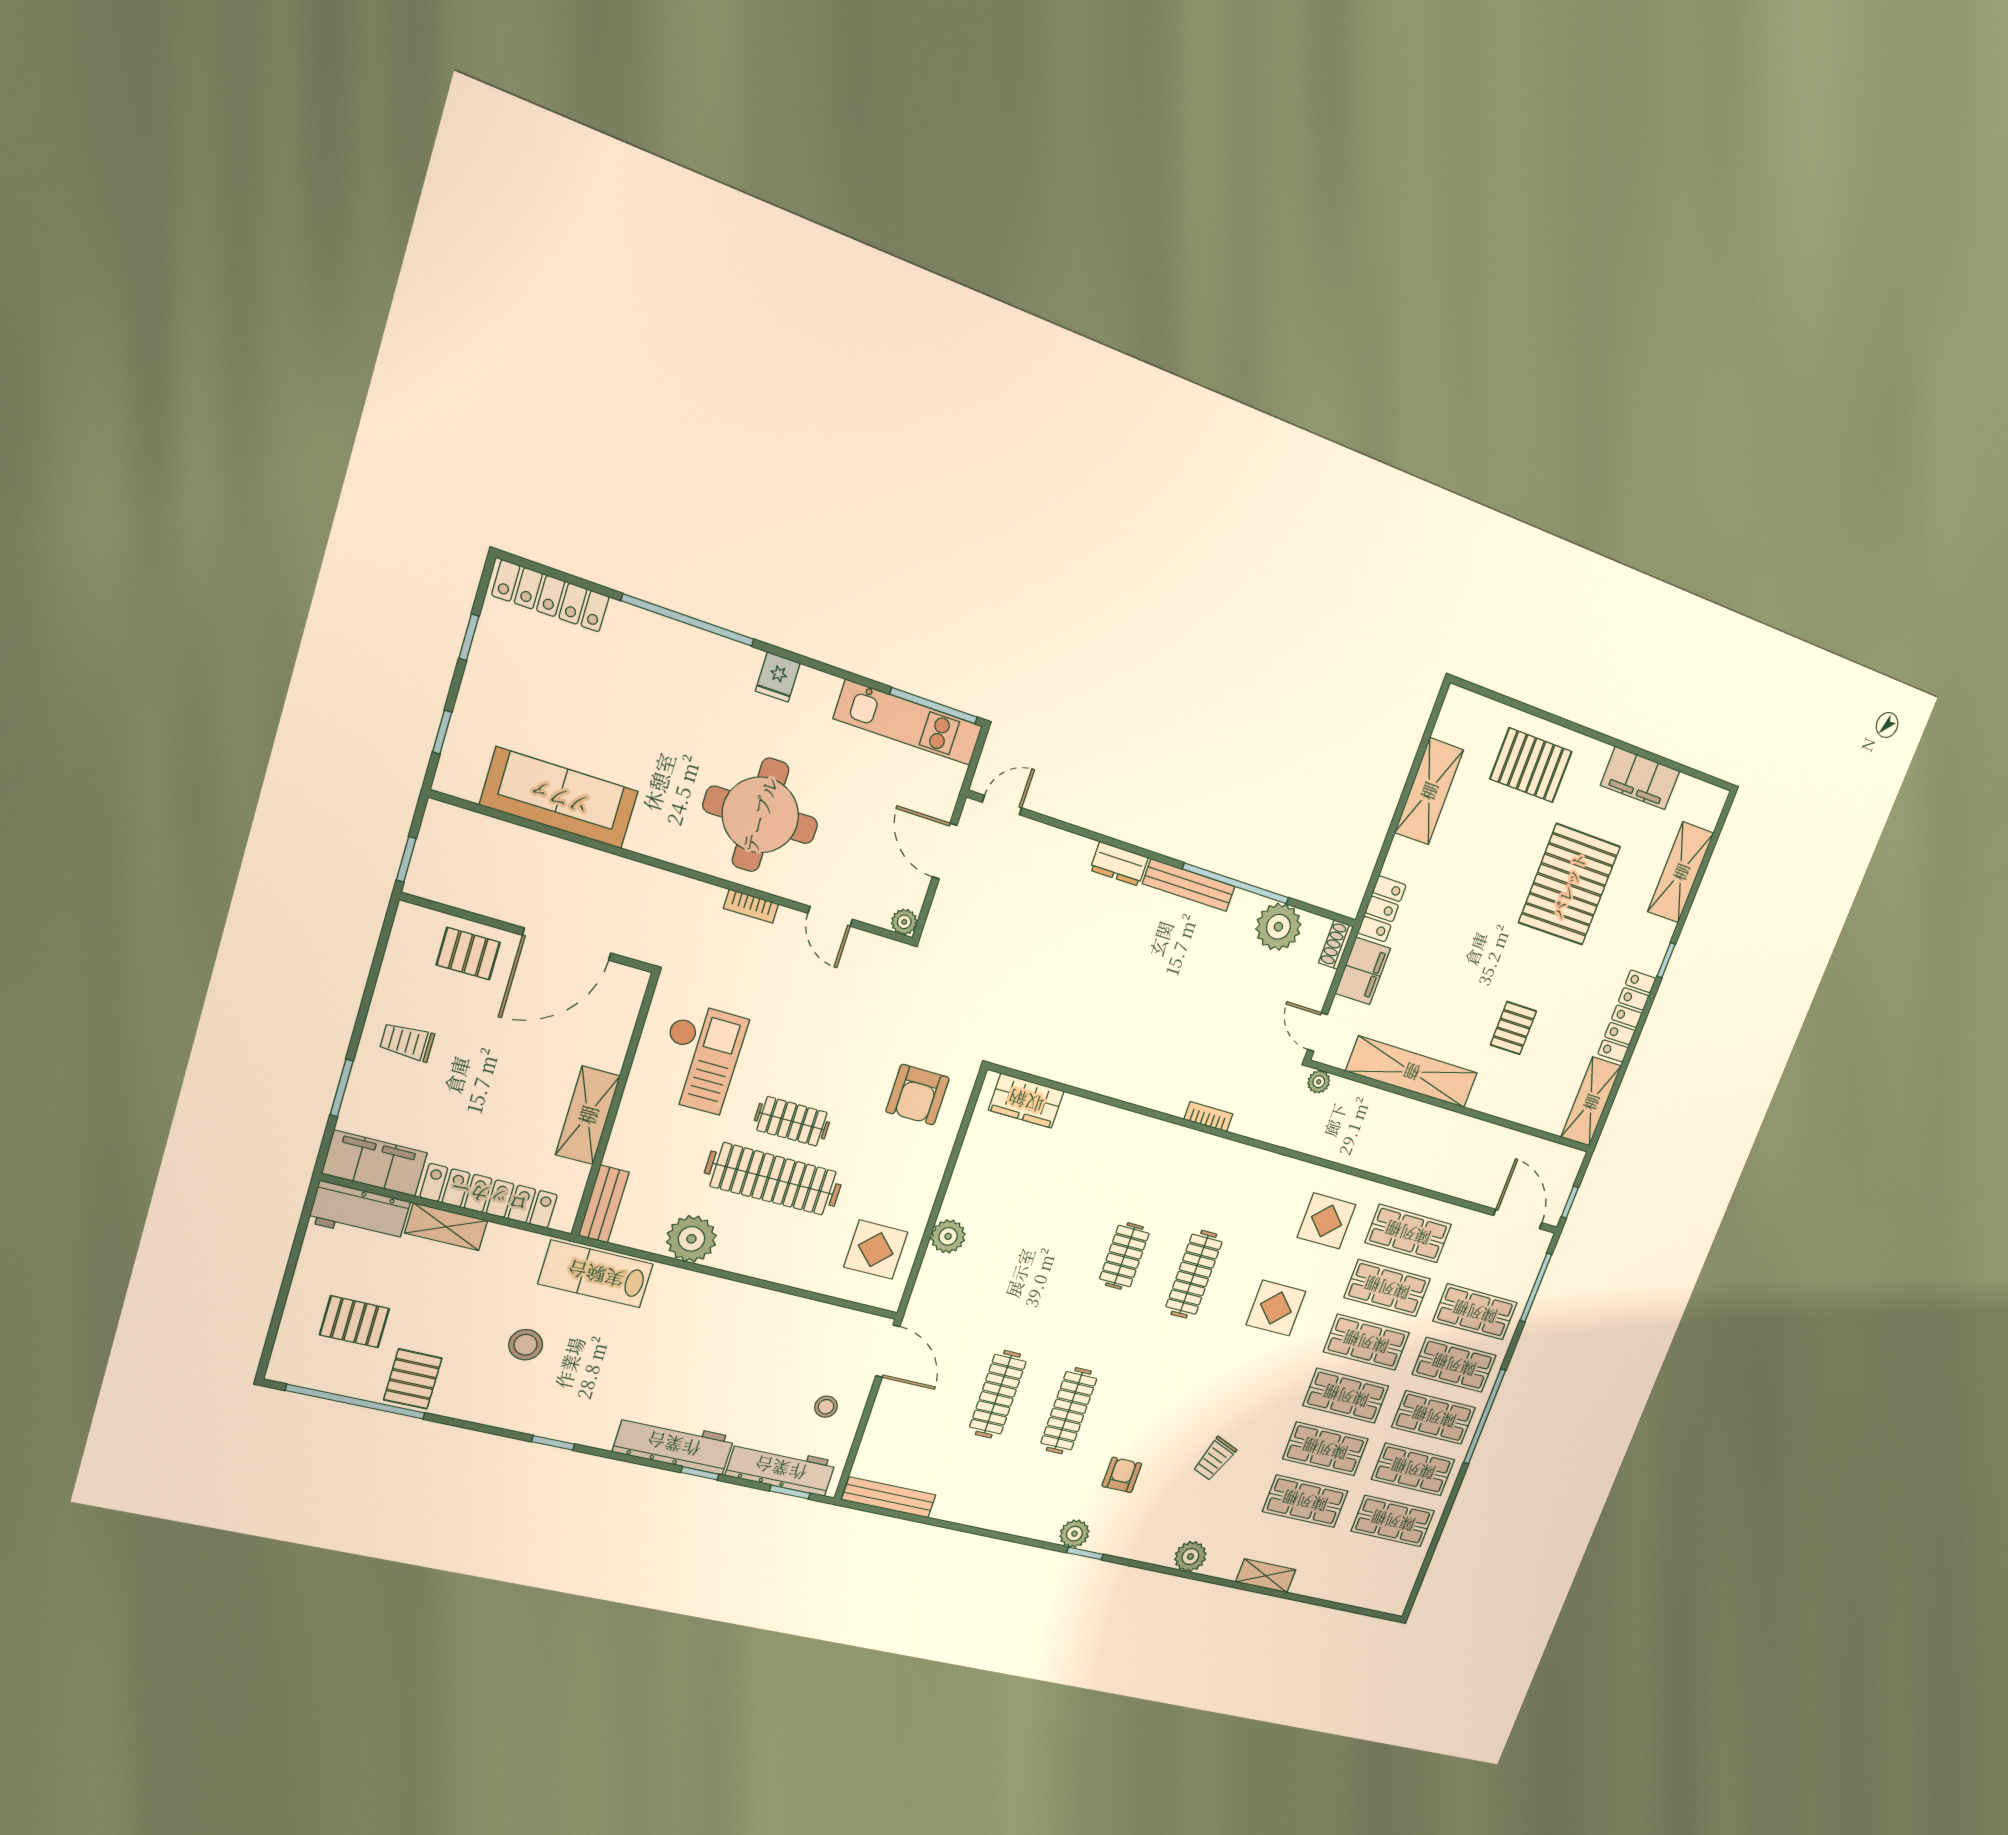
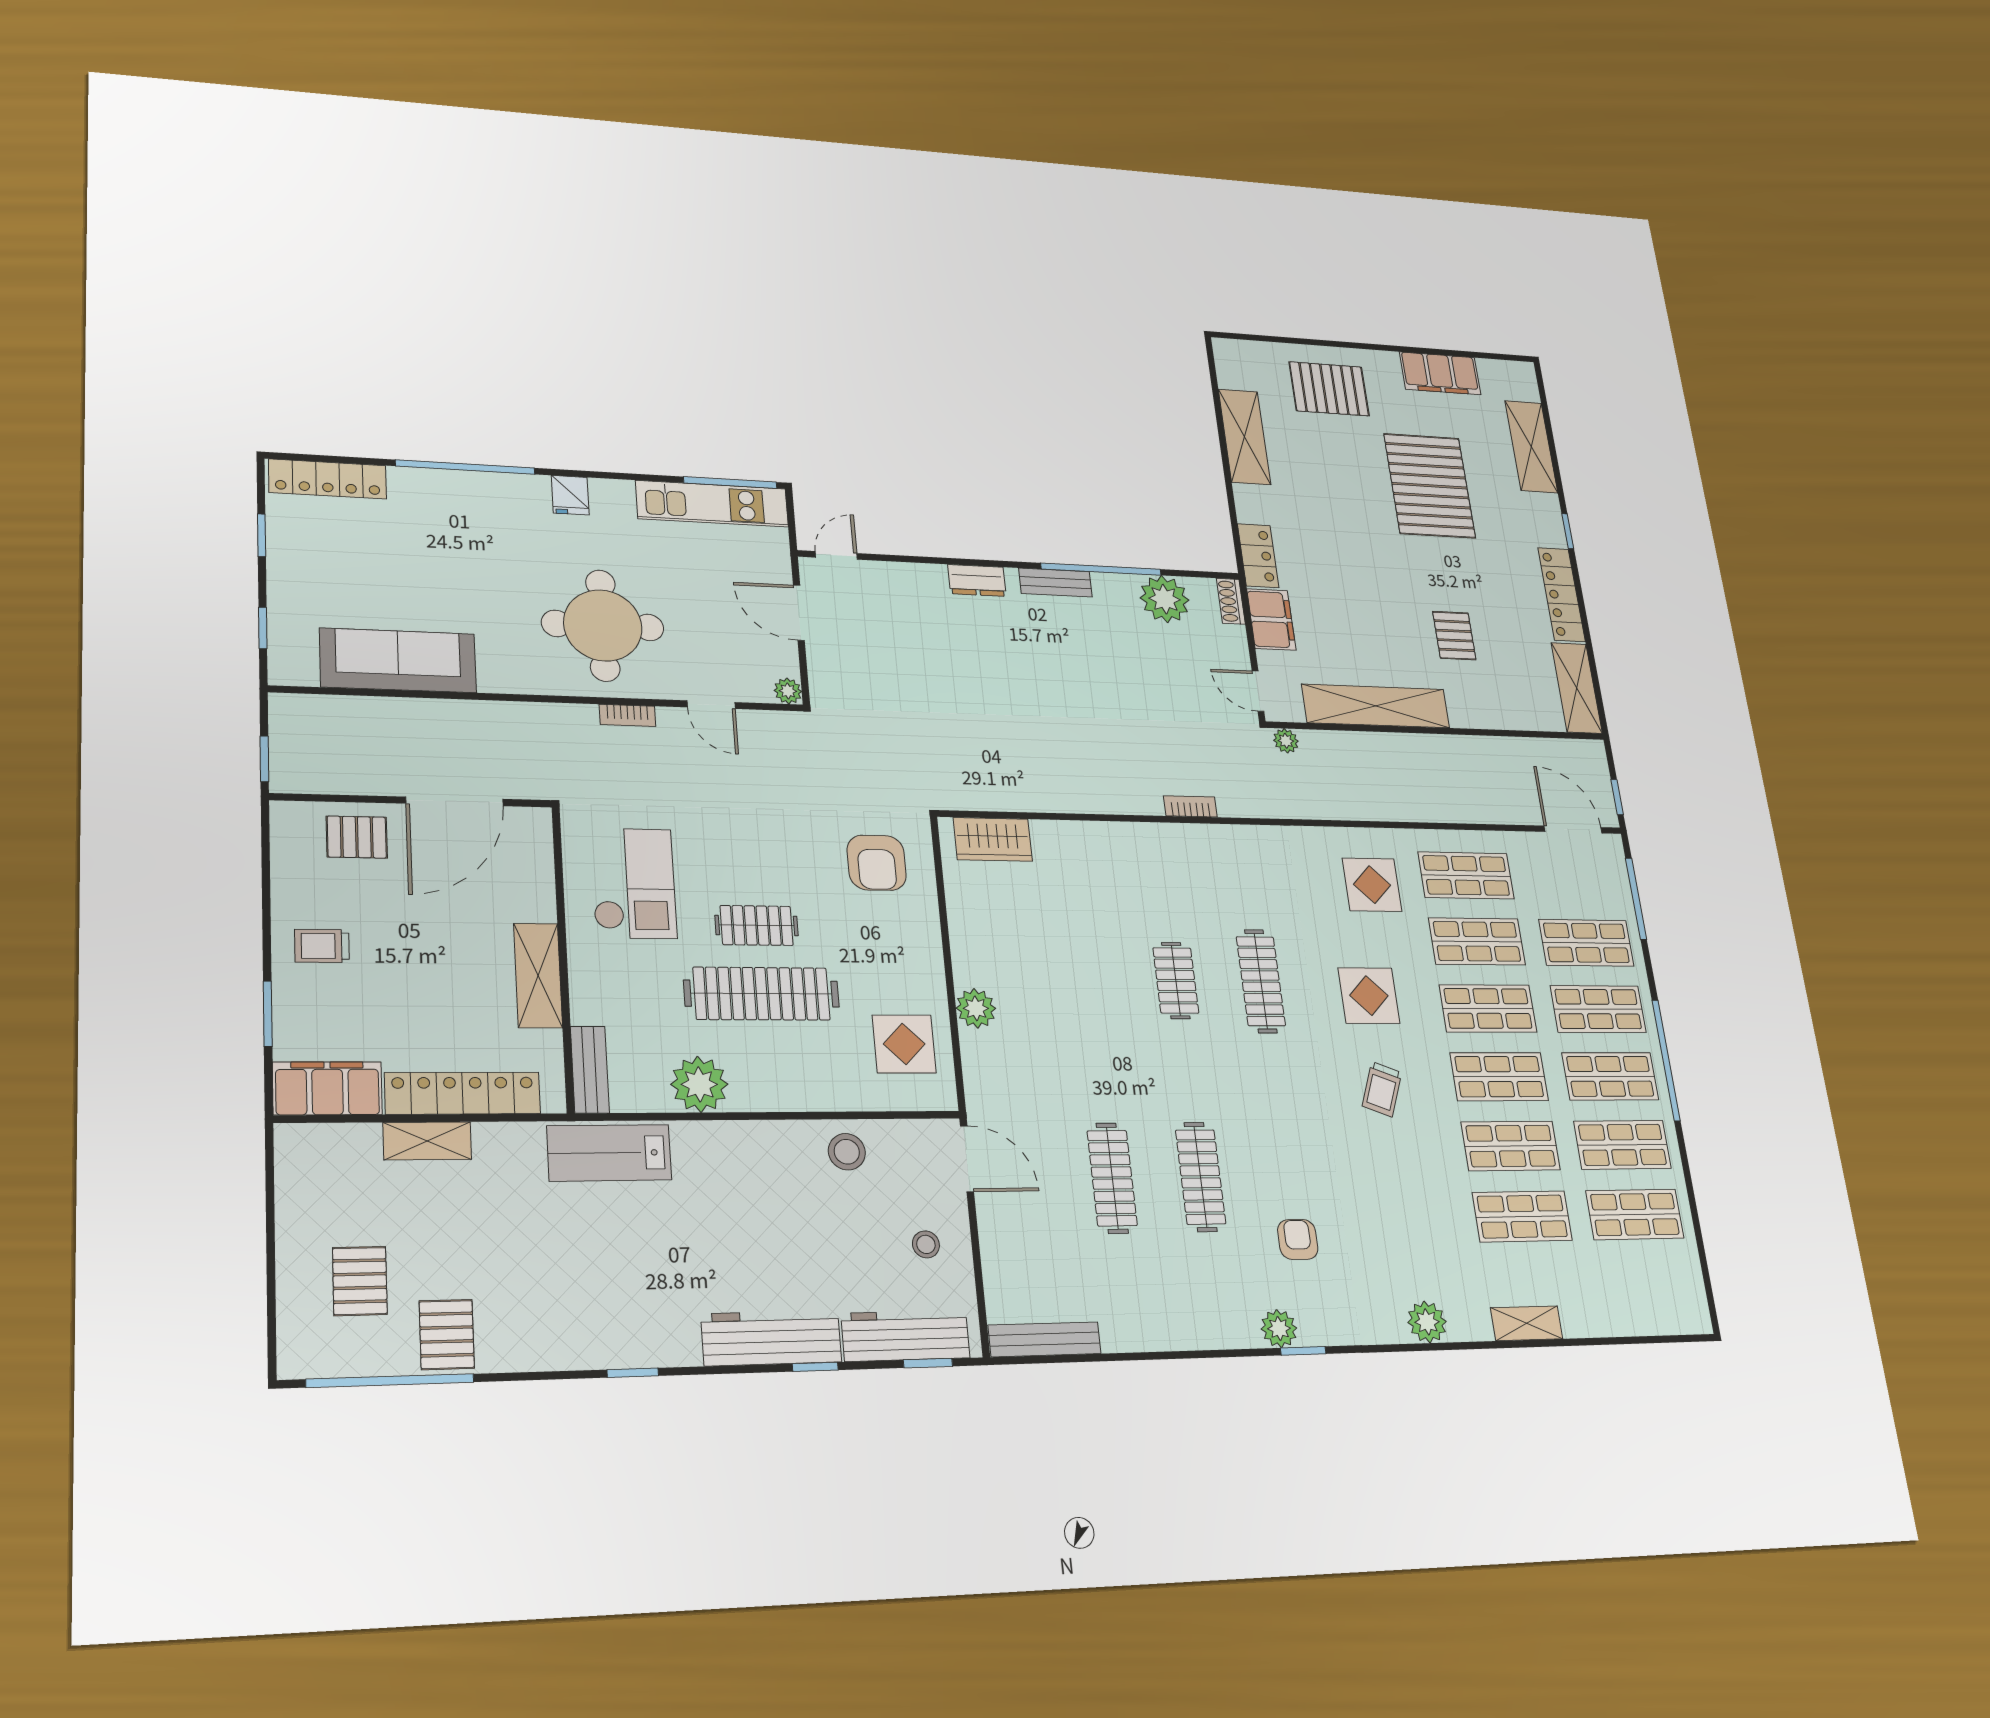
bench: (1189, 885) -> (1055, 583), width x0.73
workbench: (359, 1212) -> (327, 1149), removed
pallet: (354, 1322) -> (360, 1281), turned 90
stool: (526, 1345) -> (847, 1152), moved
trolley: (1215, 1459) -> (1382, 1089), moved

